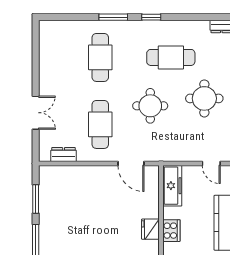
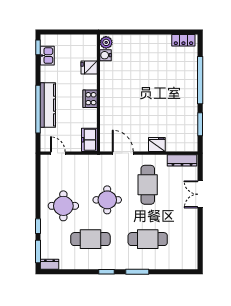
cafe table: (100, 57) -> (148, 239), turned 90
dresser: (64, 155) -> (182, 160), width x1.44
freezer: (172, 186) -> (89, 140), width x0.71
fridge: (150, 229) -> (157, 145), moved, turned -90

